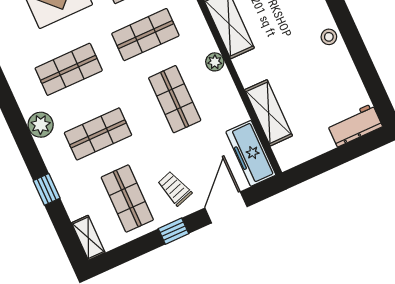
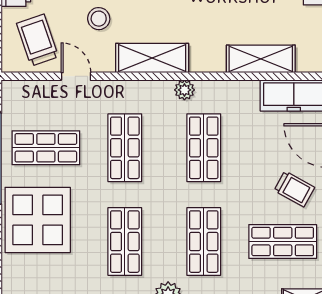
shop shelf: (175, 99) -> (204, 148), turned 90
trolley: (175, 188) -> (294, 189), turned -133

